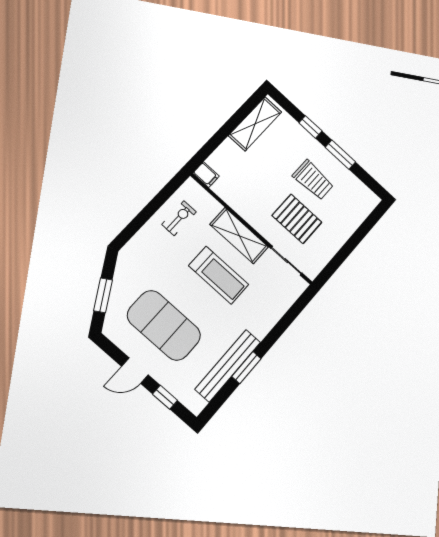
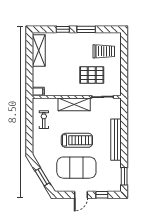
trolley: (313, 180) -> (104, 51), moved
treadmill: (219, 275) -> (77, 140), moved
bench: (228, 366) -> (116, 140), moved
window: (246, 368) -> (124, 176), moved

